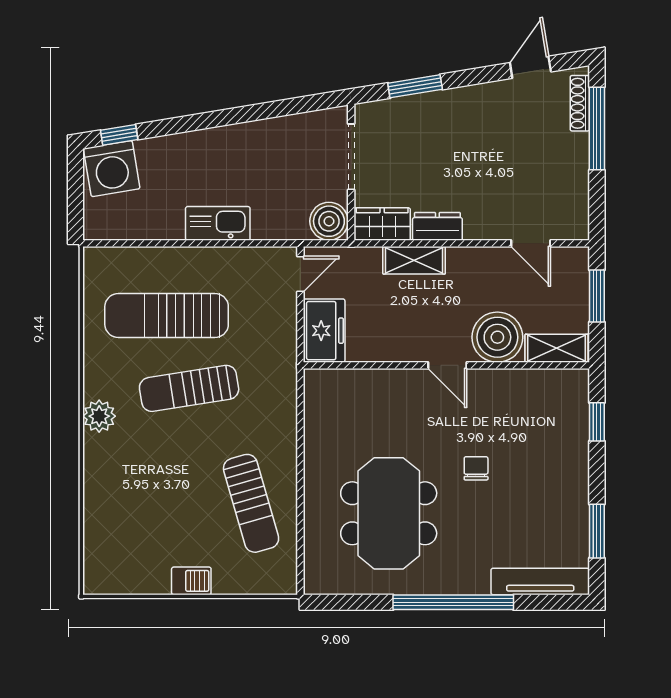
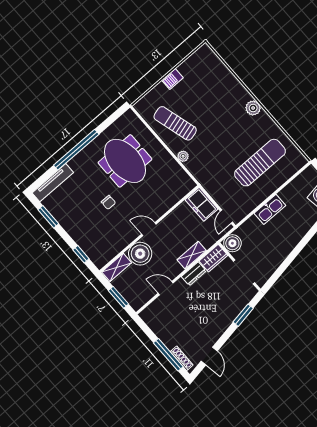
door: (531, 243) -> (166, 288), moved
sun lounger: (189, 388) -> (231, 144), removed
plant: (285, 437) -> (183, 156), added

